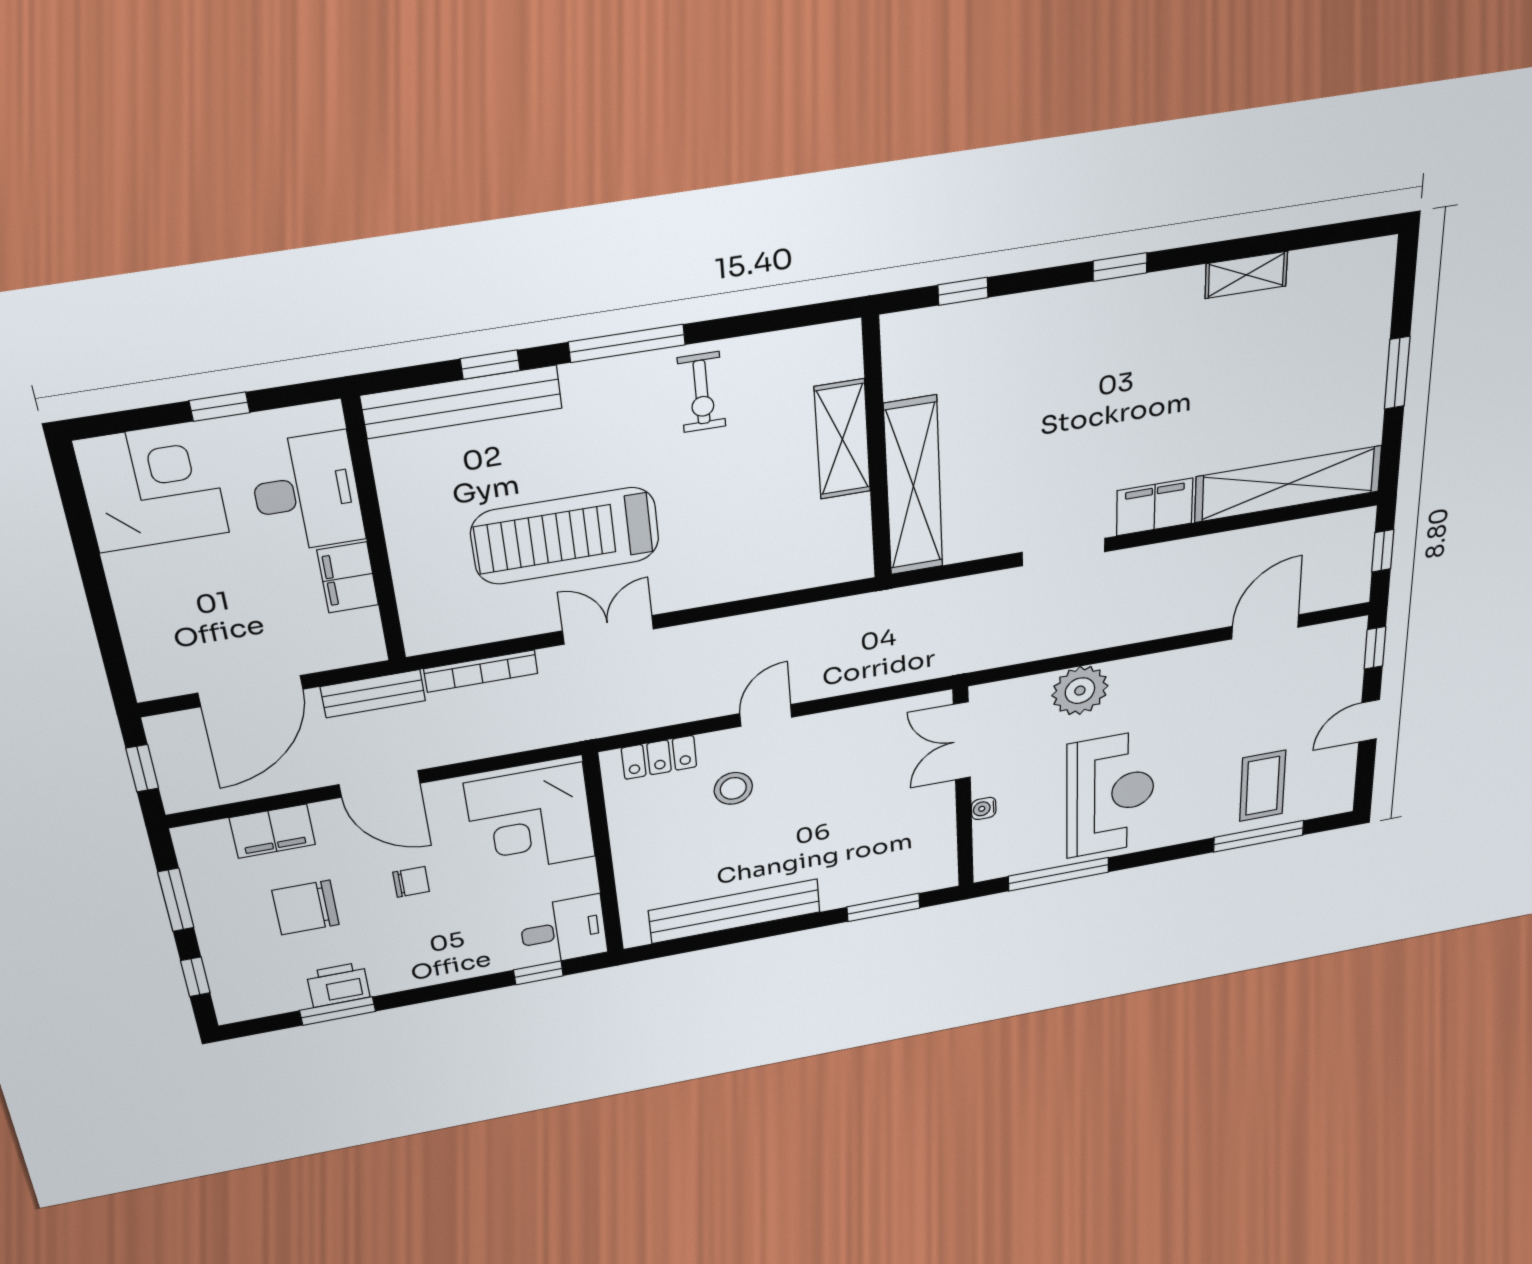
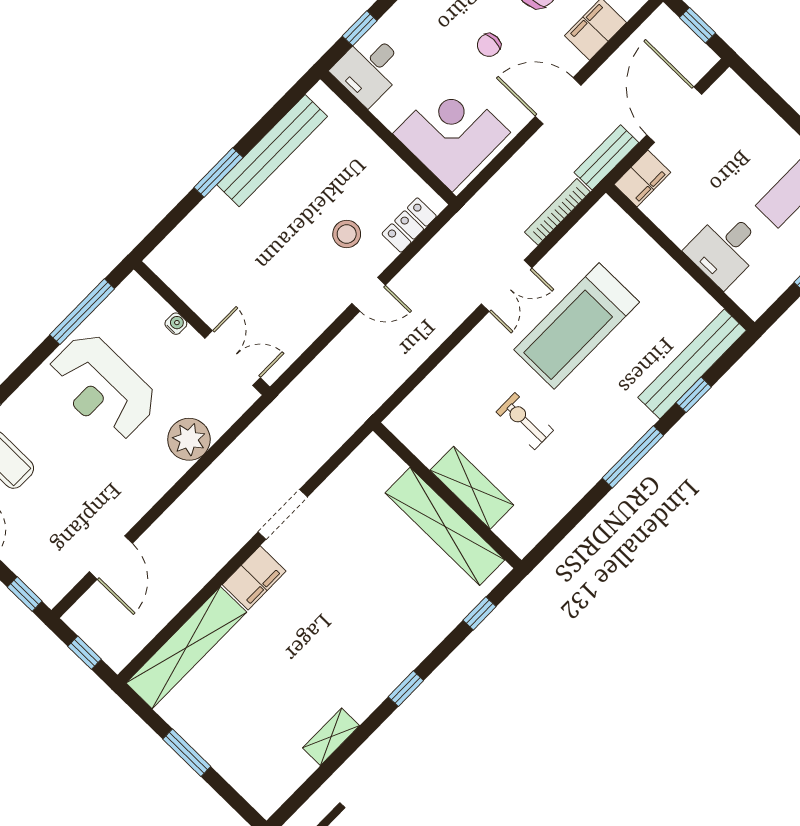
exercise bike: (702, 392) -> (525, 421), moved
shelving: (913, 486) -> (445, 526), moved
desk: (306, 492) -> (725, 249), width x0.73
treadmill: (565, 536) -> (577, 326), turned 180
filing cabinet: (348, 578) -> (642, 178), moved, turned 90
door: (766, 715) -> (369, 294), hinge flipped
window: (883, 907) -> (218, 172), moved

